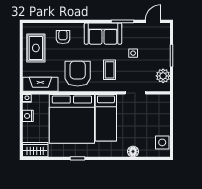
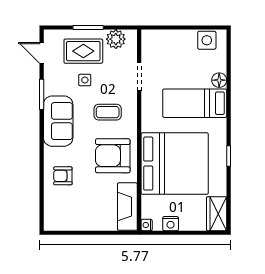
rug: (36, 48) -> (83, 51), moved
bed: (106, 118) -> (195, 103), moved, turned 180

